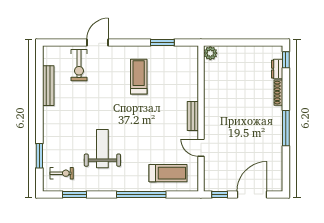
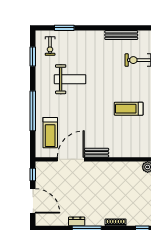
dresser: (277, 69) -> (77, 221), moved
treadmill: (139, 77) -> (129, 109), turned 180
door: (201, 148) -> (71, 159), width x1.87

